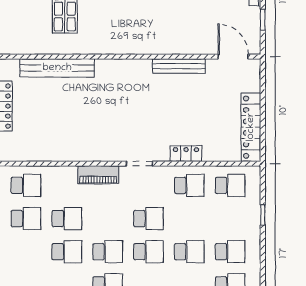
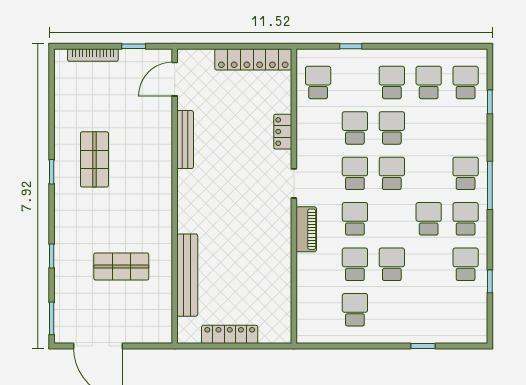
school desk: (26, 185) -> (318, 310), removed
school desk: (189, 185) -> (355, 128), moved
school desk: (108, 252) -> (355, 219), moved

